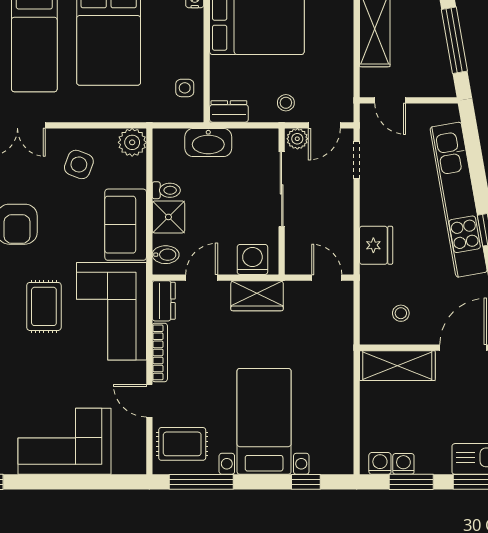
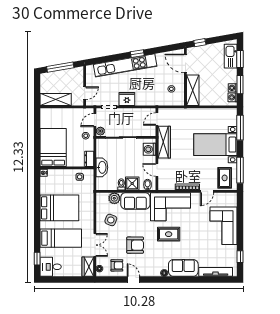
door: (324, 125) -> (95, 120), swing flipped
plant: (132, 142) -> (114, 198), moved
fridge: (376, 245) -> (127, 99), moved
wardrobe: (257, 296) -> (164, 142), width x1.50
dresser: (164, 301) -> (166, 185), removed
window: (306, 482) -> (240, 128), width x2.17

